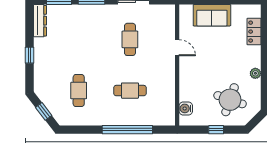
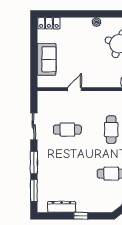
dresser: (40, 21) -> (62, 207), moved
locker: (254, 32) -> (49, 23), moved

